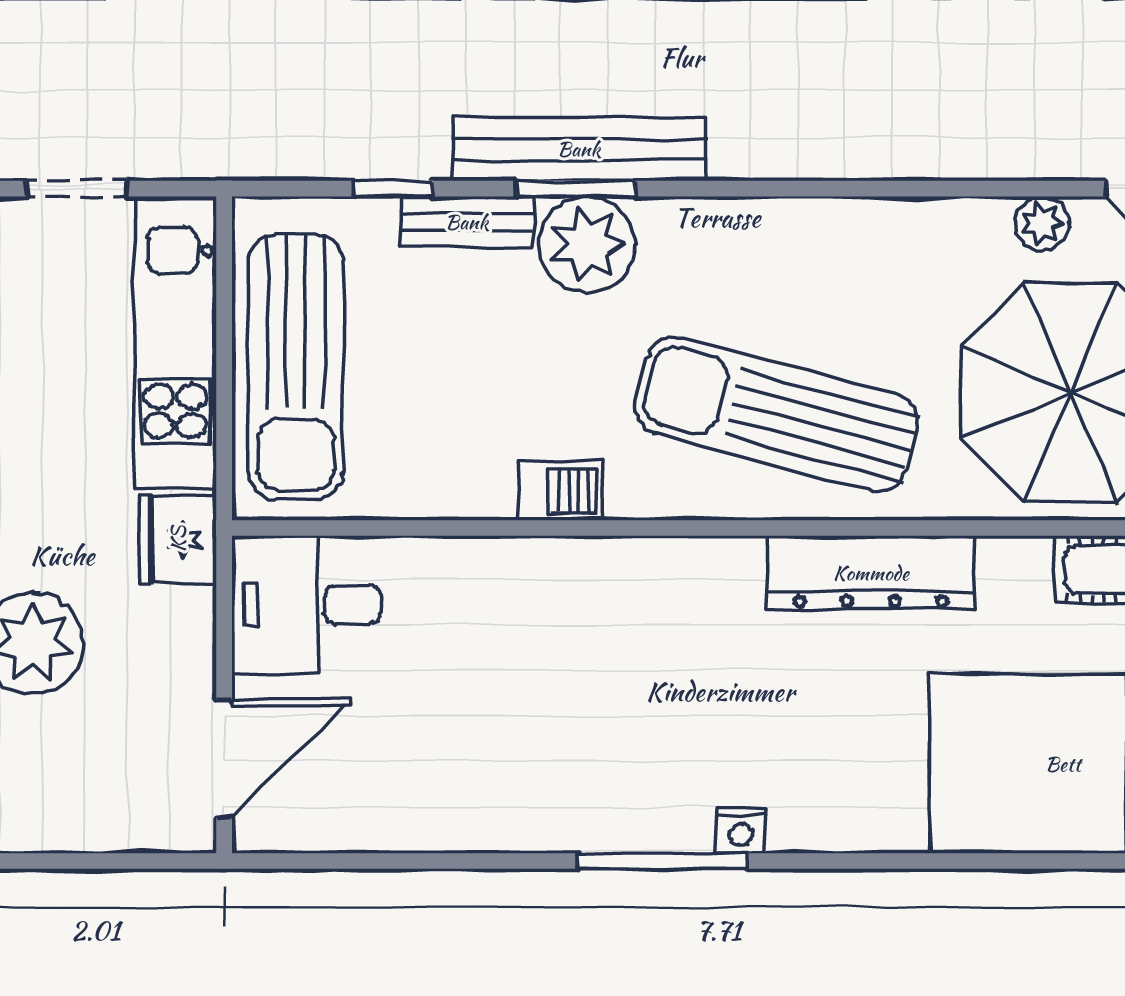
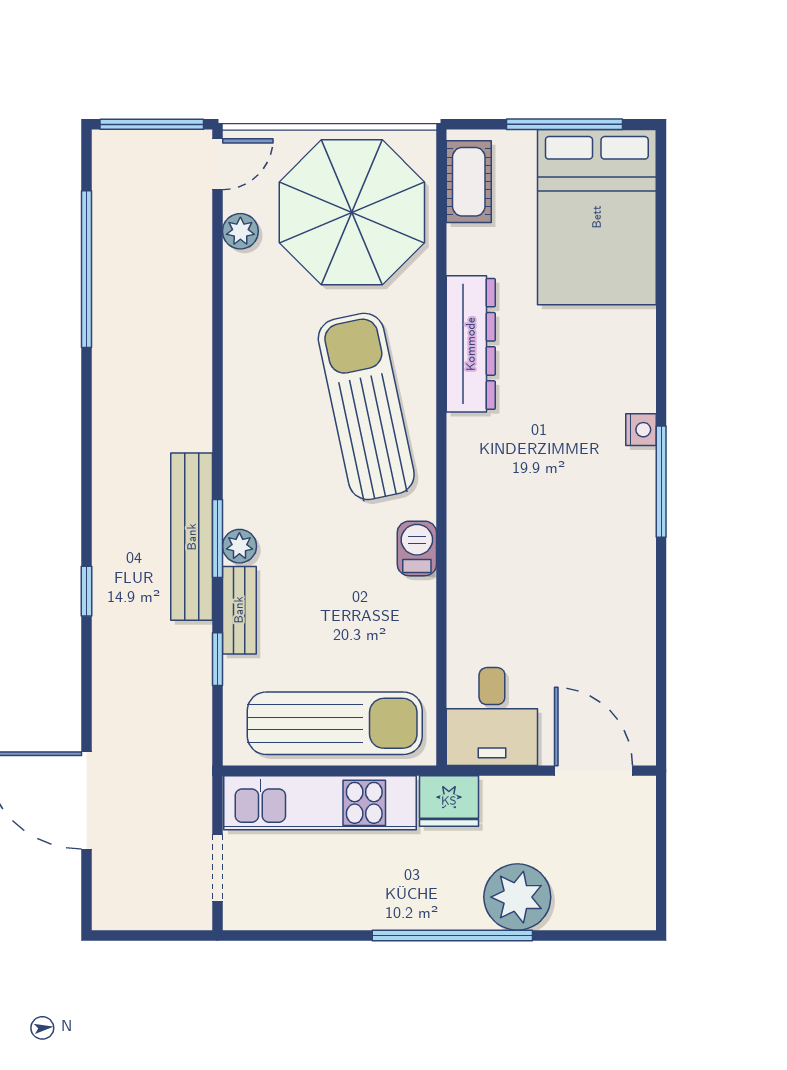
plant: (587, 244) -> (239, 546), width x0.53, depth x0.53
sun lounger: (776, 414) -> (366, 406), turned 153

